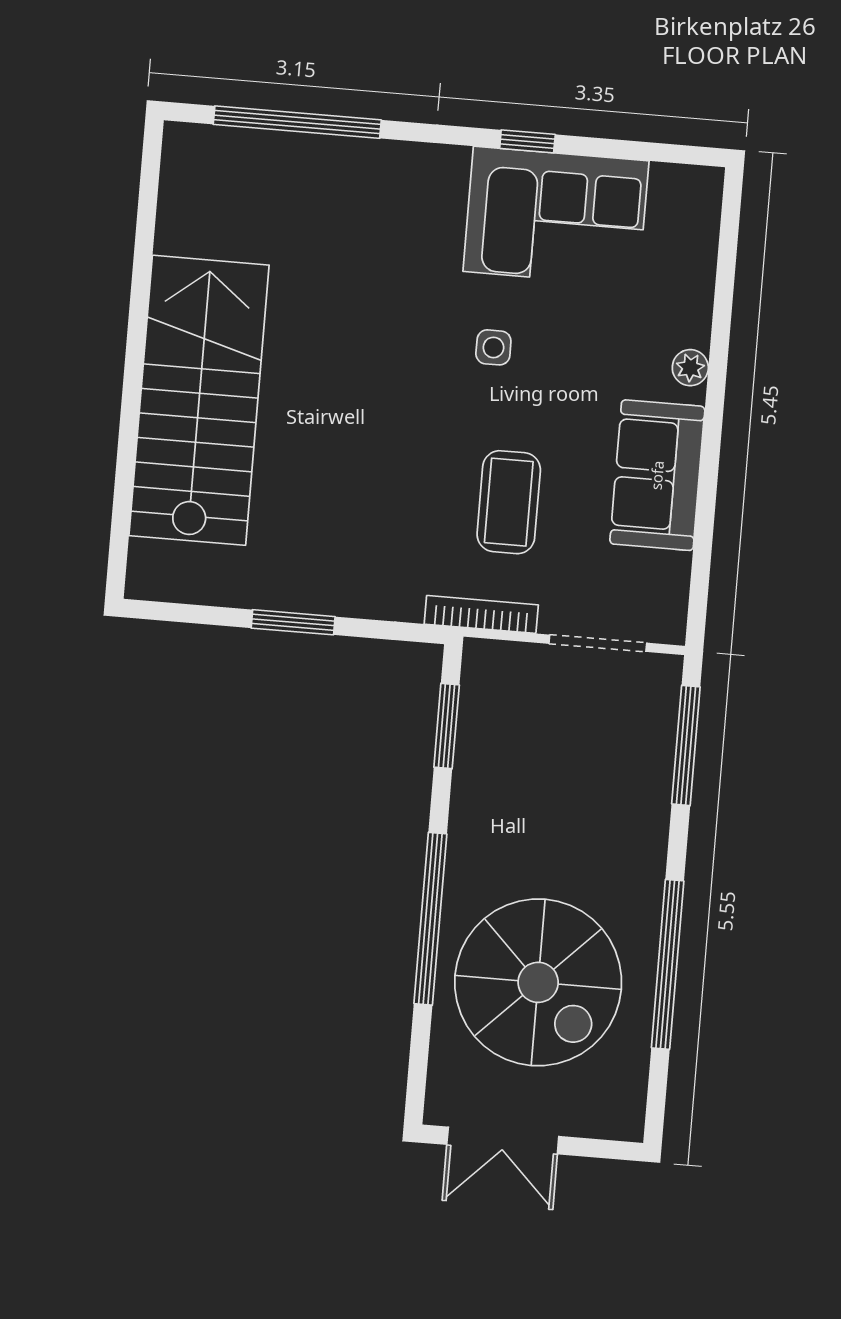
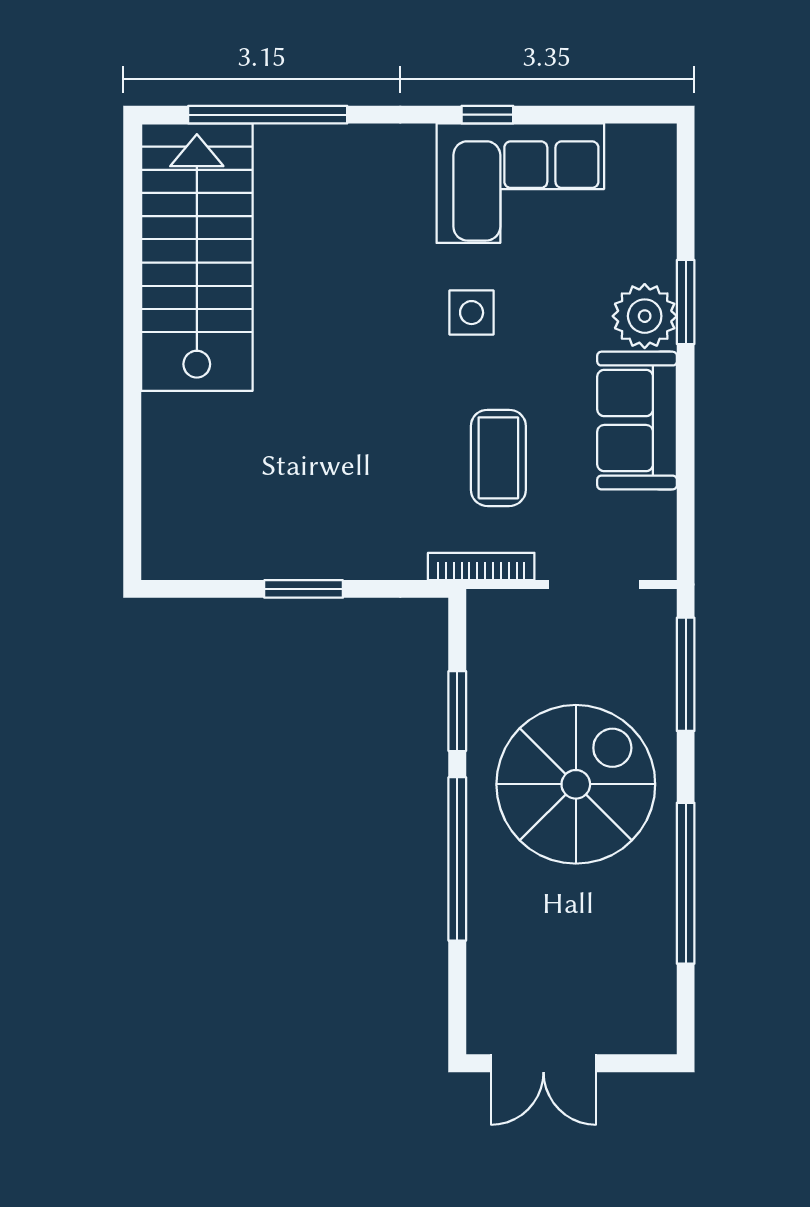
side table: (493, 347) -> (472, 313), width x1.37, depth x1.37
window: (719, 355) -> (686, 302), added
plant: (690, 368) -> (645, 316), width x1.87, depth x1.87
stairs: (199, 400) -> (197, 257), moved
window: (447, 726) -> (457, 711), moved
spiral stairs: (538, 982) -> (576, 784), moved, turned -90

